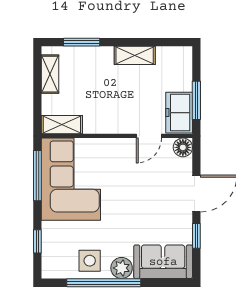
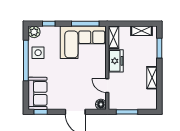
freezer: (179, 113) -> (116, 61), moved, turned 90
window: (196, 236) -> (41, 112), moved
plant: (122, 268) -> (34, 32), moved

